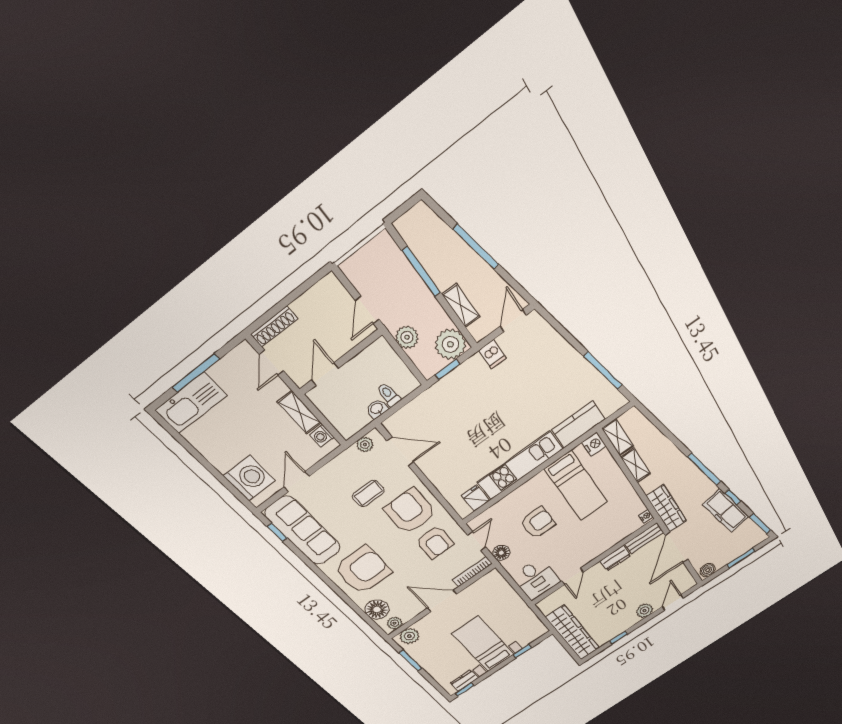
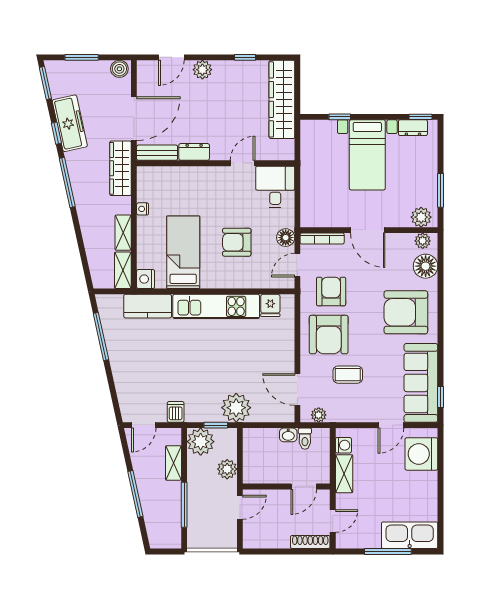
toilet: (389, 395) -> (305, 439), moved
plant: (441, 398) -> (236, 408), added
nightstand: (646, 516) -> (143, 209), moved

